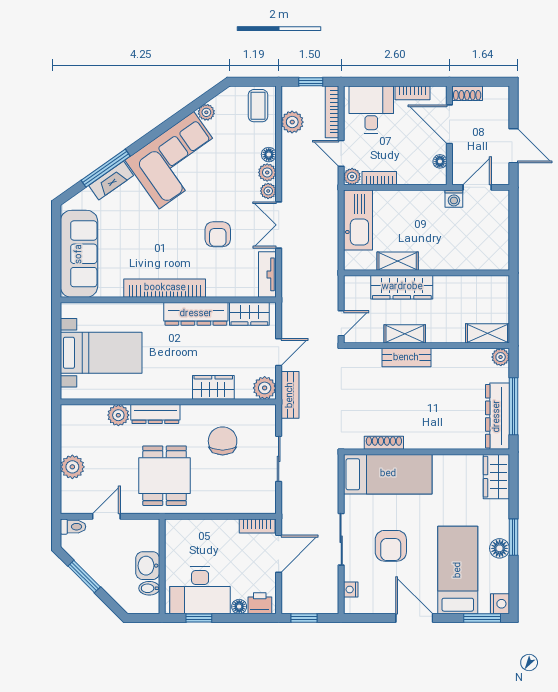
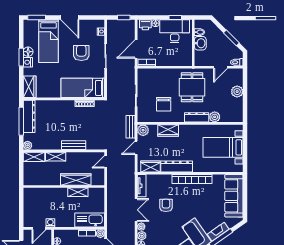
kitchen sink: (358, 220) -> (90, 220), moved, turned 90
shelving: (405, 334) -> (56, 157), moved
nightstand: (500, 604) -> (28, 62), moved

